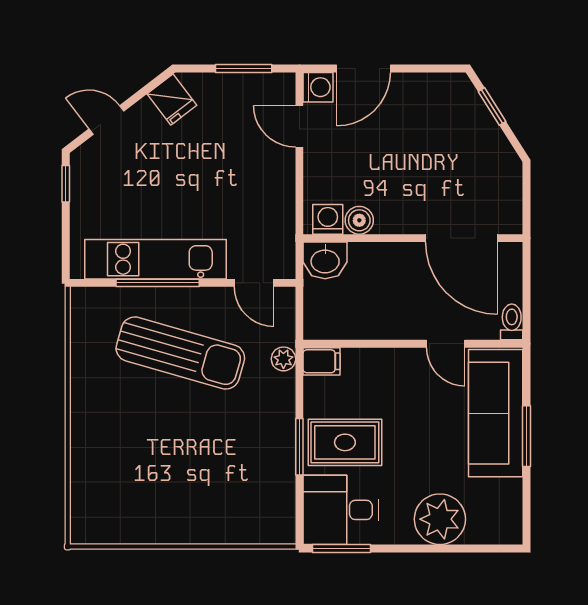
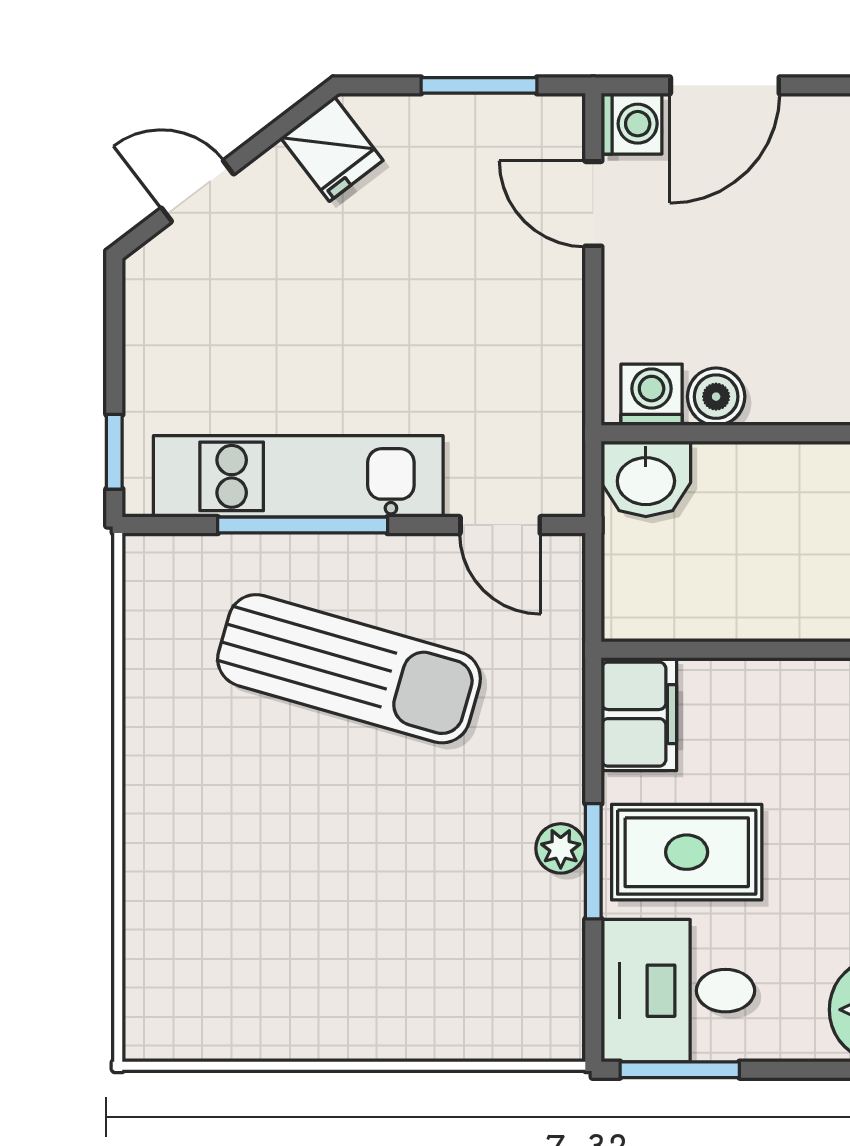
window: (66, 184) -> (114, 452), moved
plant: (283, 359) -> (561, 848), moved
filing cabinet: (322, 361) -> (639, 714), width x2.00

